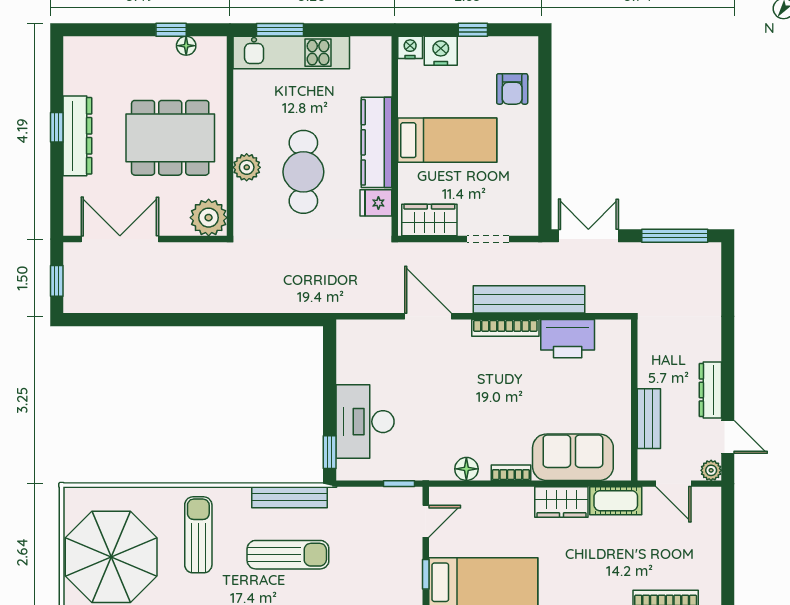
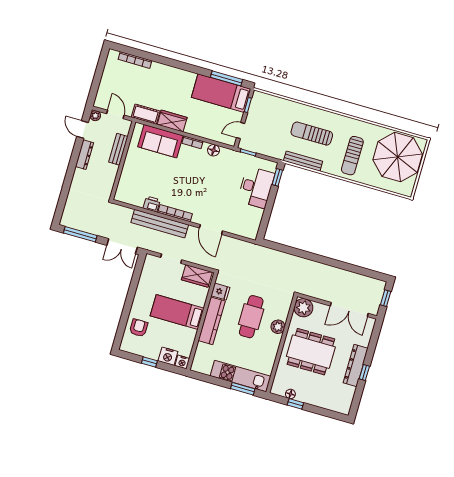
printer: (568, 339) -> (152, 204), width x0.53, depth x0.68

